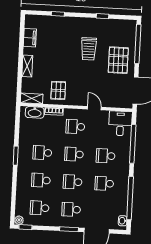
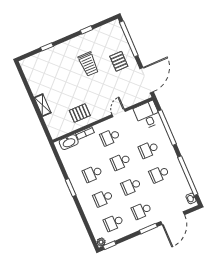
filing cabinet: (30, 38) -> (33, 80), removed
pallet: (118, 60) -> (119, 61), width x0.67, depth x0.71
pallet: (58, 90) -> (80, 113), turned 90
shelving: (32, 98) -> (60, 131), removed
door: (94, 108) -> (119, 113), hinge flipped

